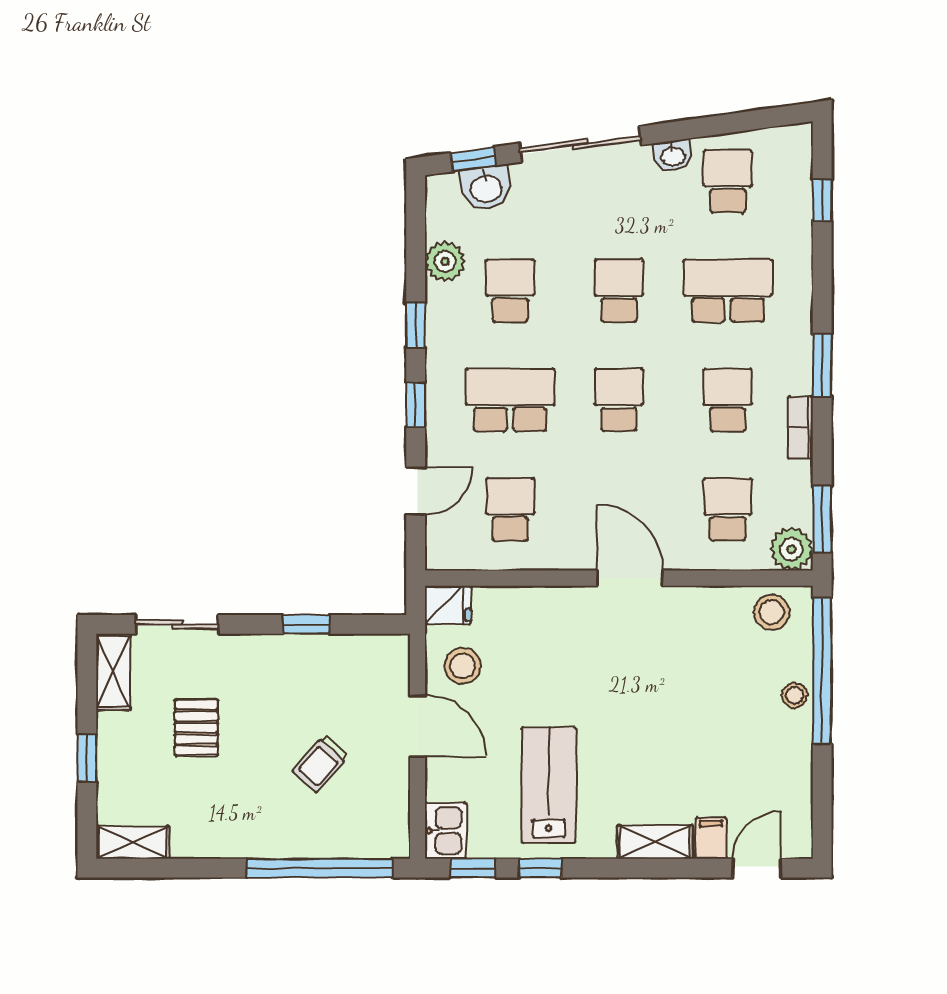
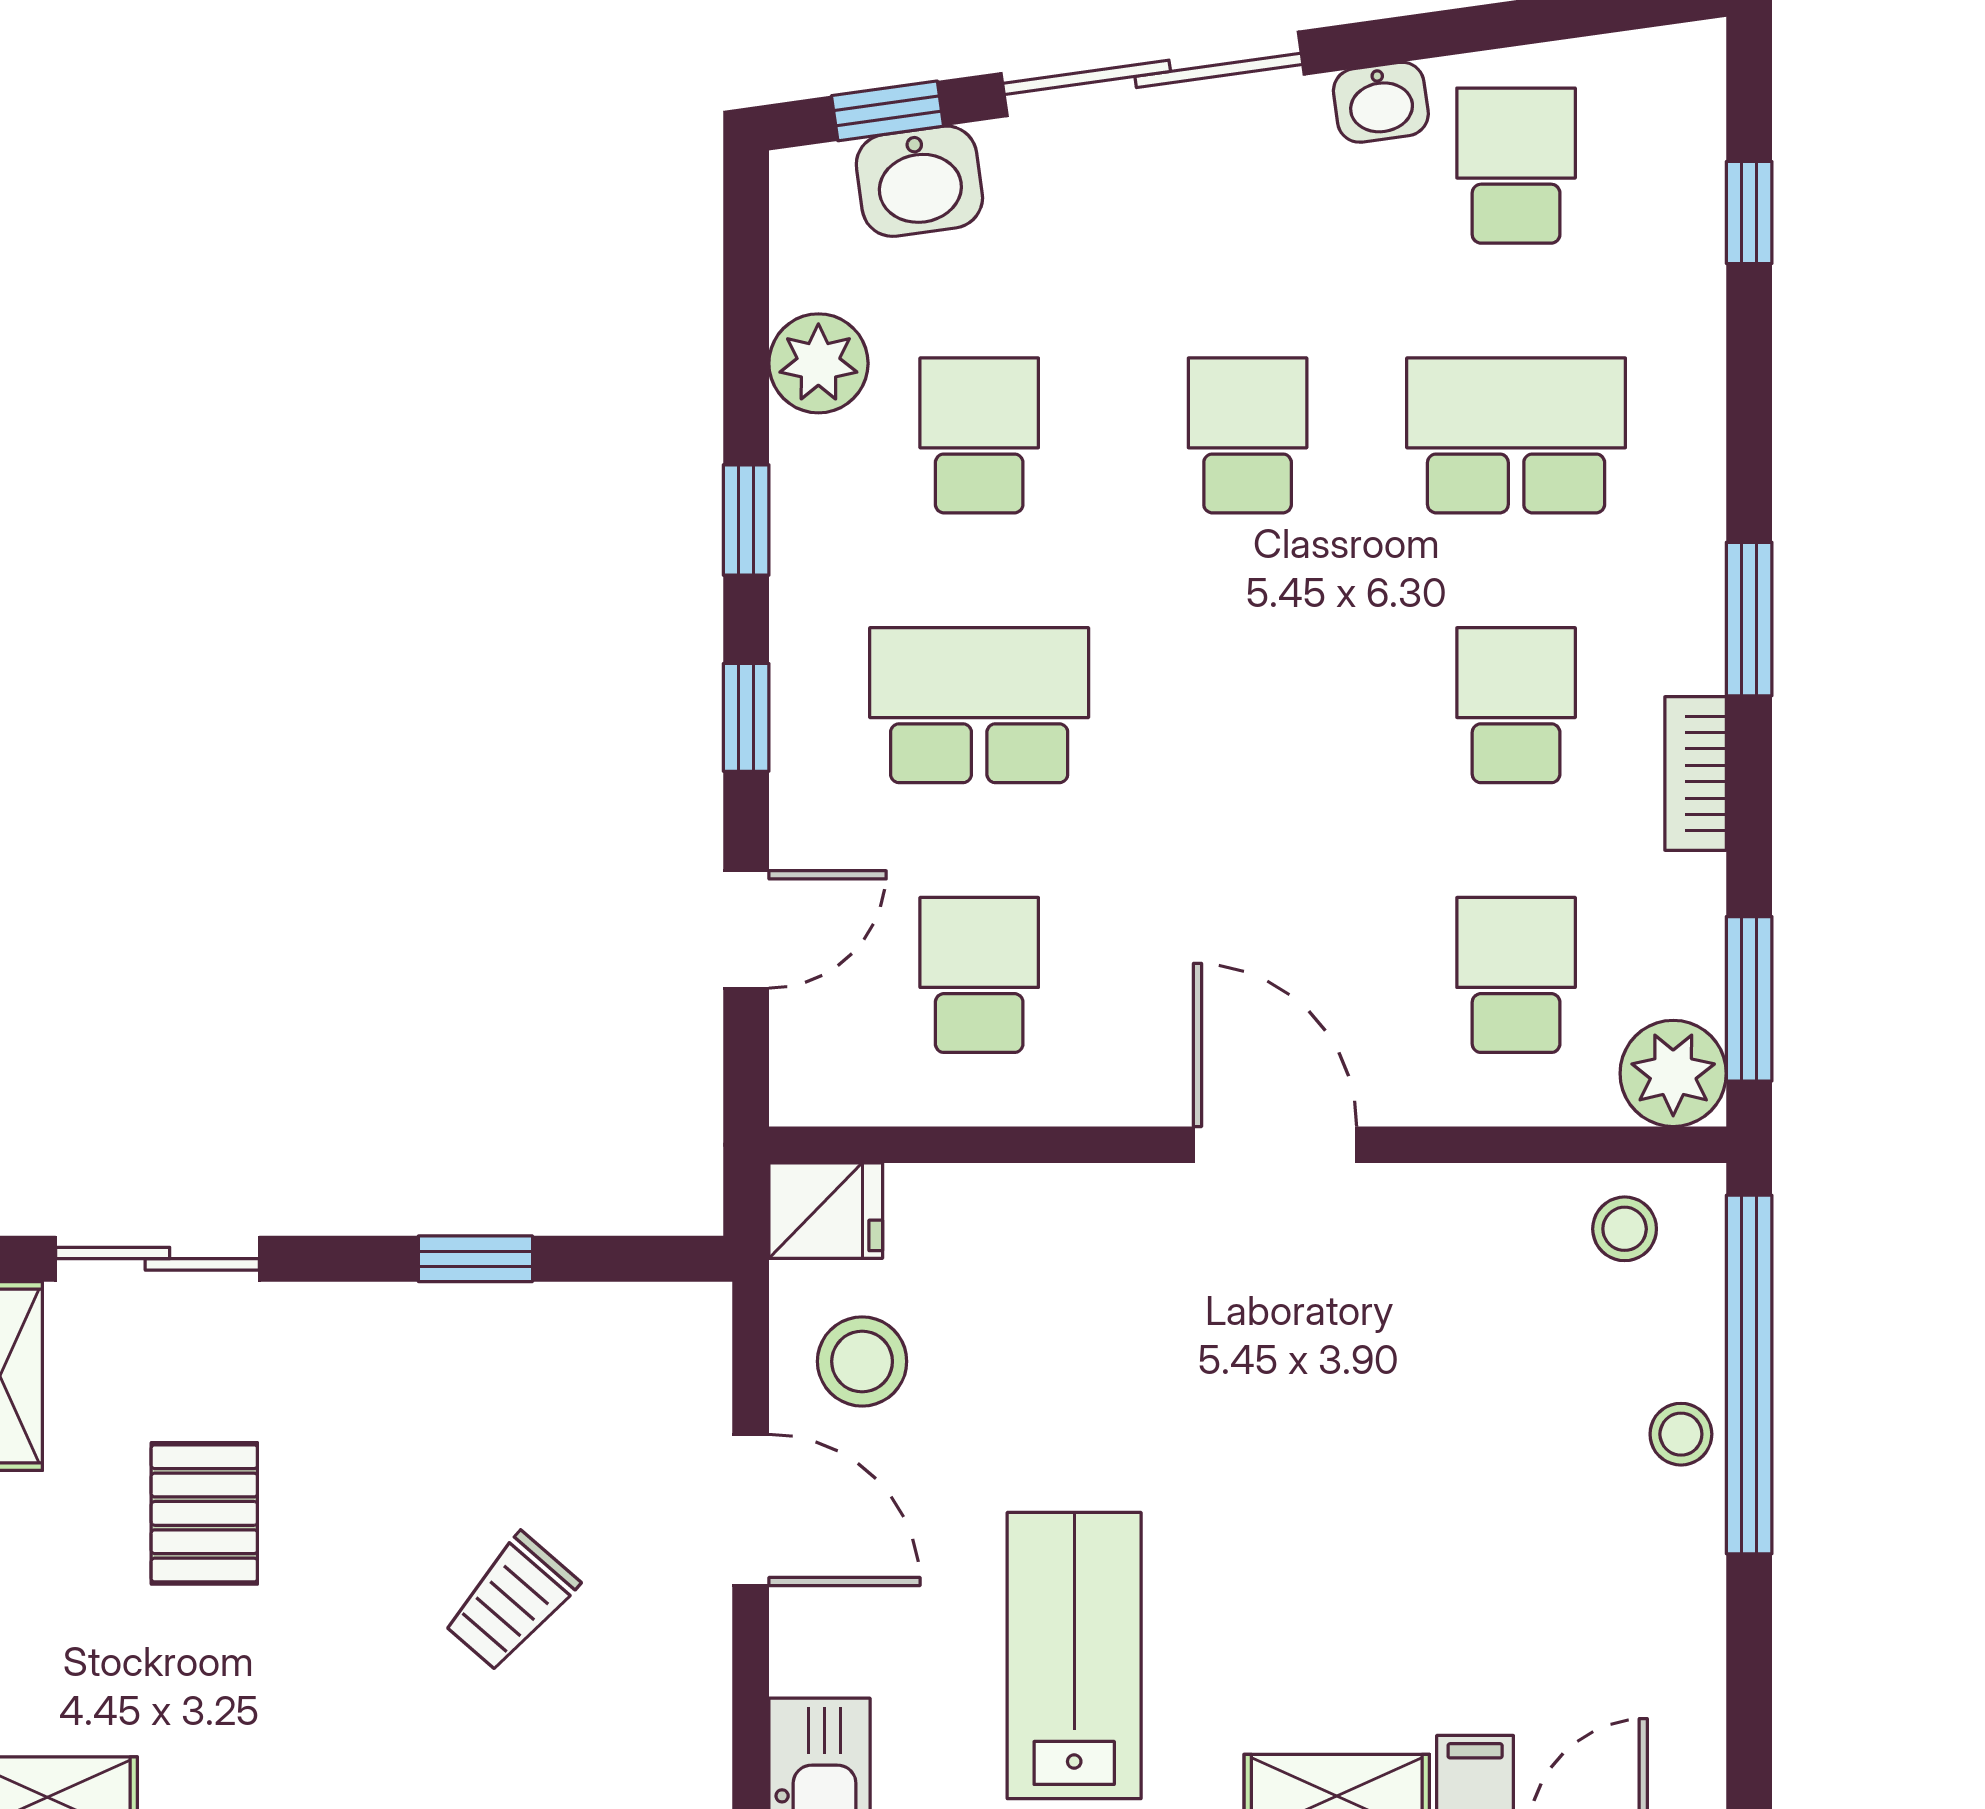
school desk: (619, 400) -> (1248, 705), removed
stool: (772, 612) -> (1625, 1229), width x0.73, depth x0.73

